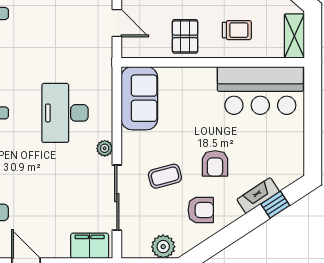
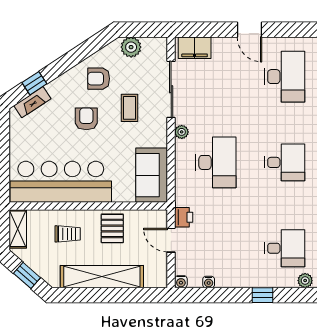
trolley: (237, 30) -> (68, 234), turned 180
printer: (102, 49) -> (184, 217), added
bar counter: (260, 90) -> (61, 182), width x1.36
coffee table: (165, 176) -> (130, 108), turned -75
fireplace: (258, 196) -> (32, 102), moved

